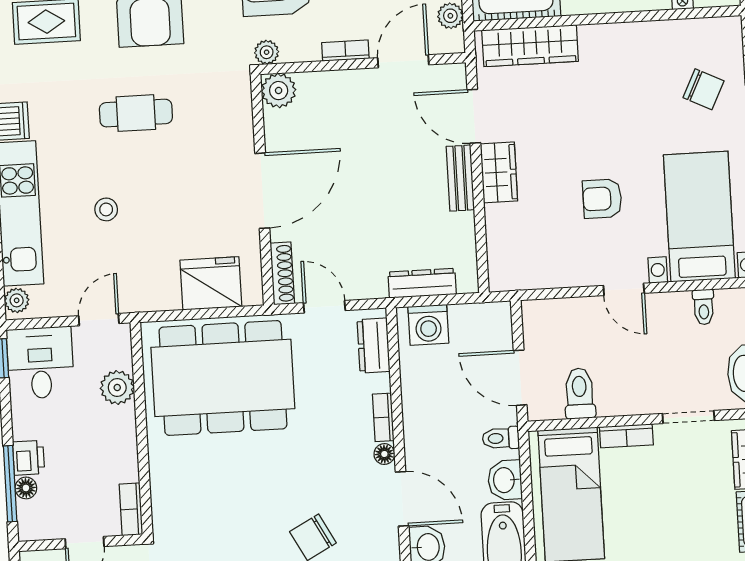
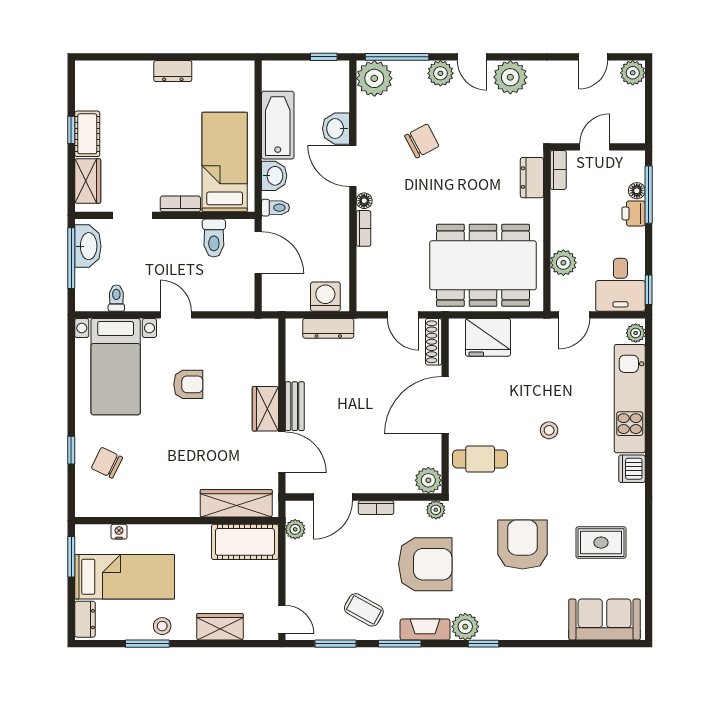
cafe table: (136, 113) -> (480, 459), moved
stool: (106, 209) -> (549, 430), moved
dresser: (373, 346) -> (532, 178), moved, turned 180

